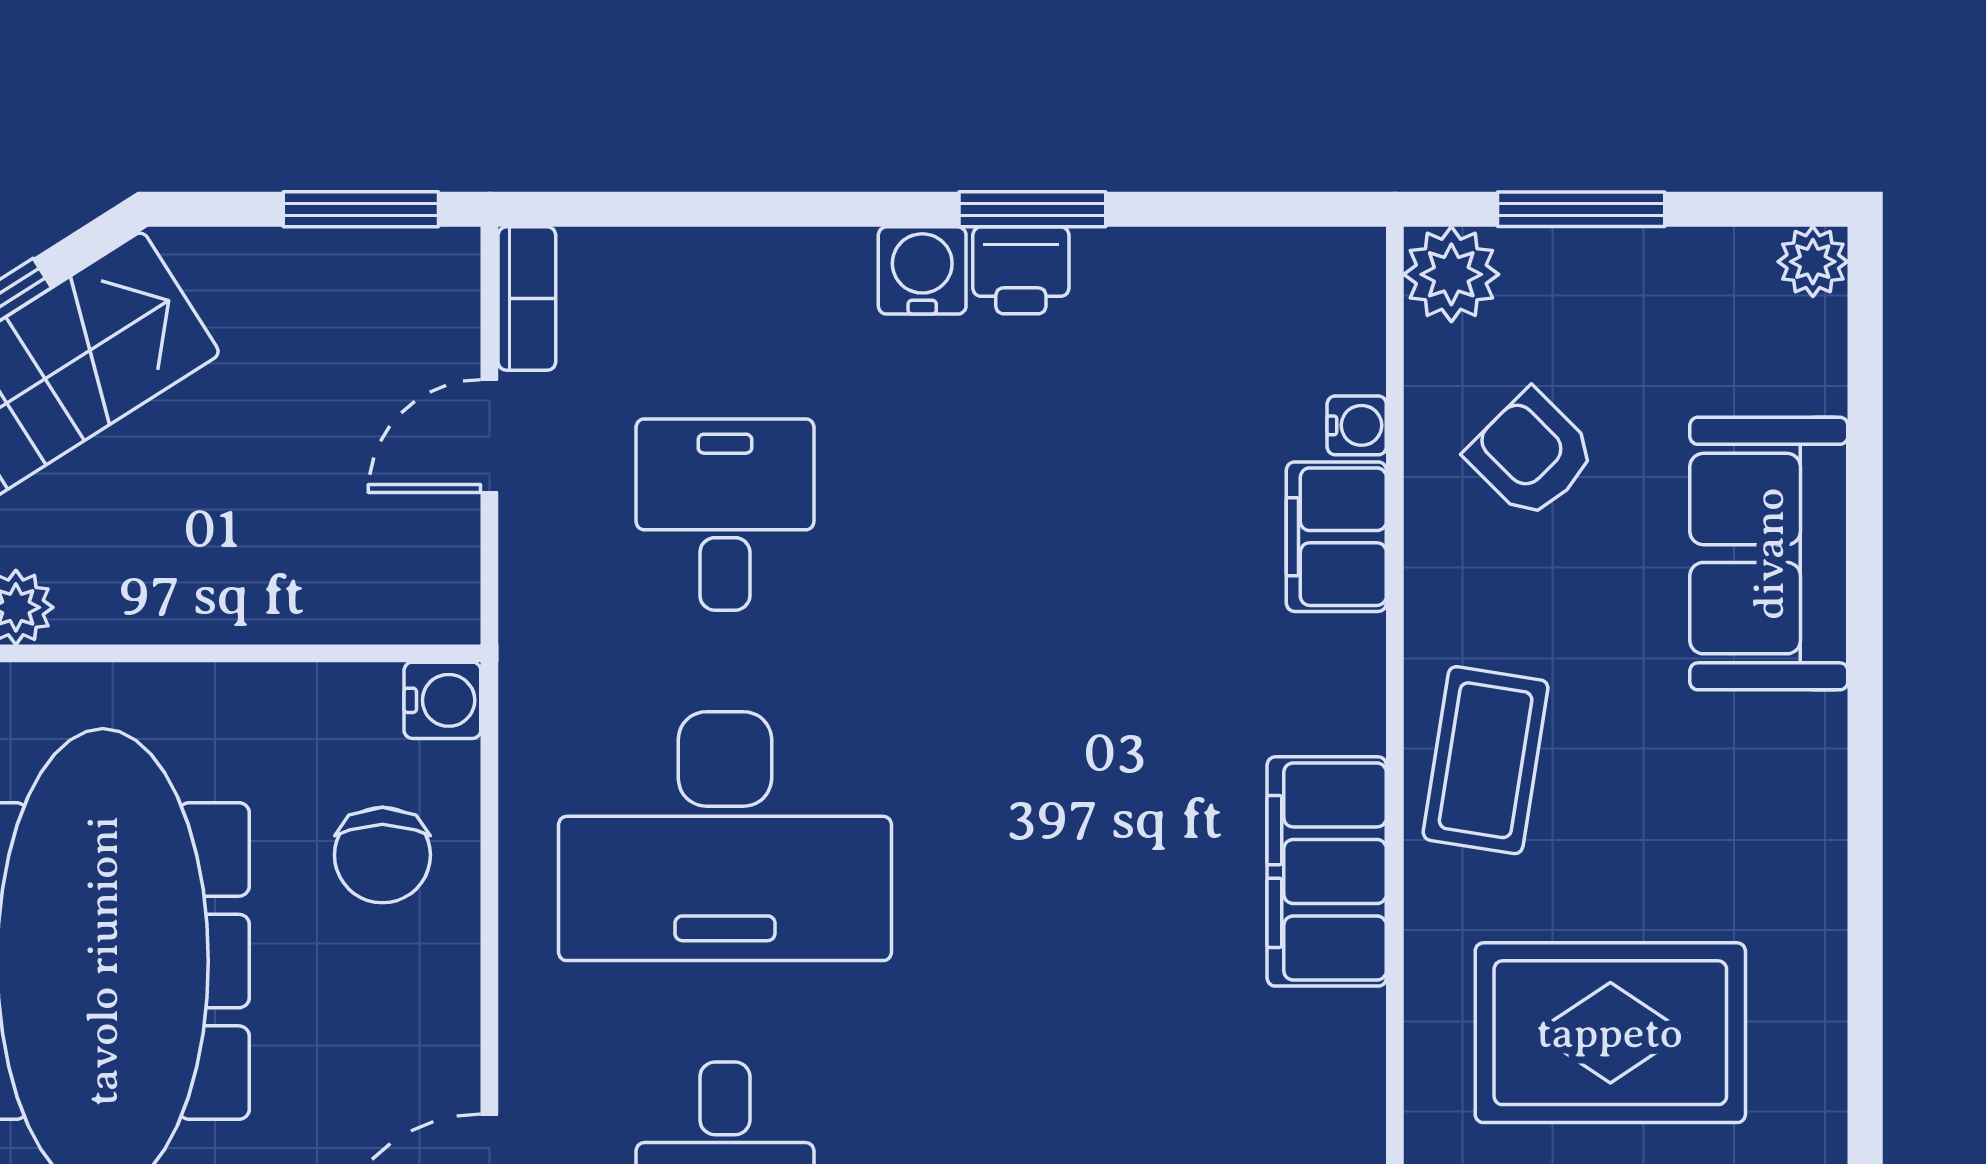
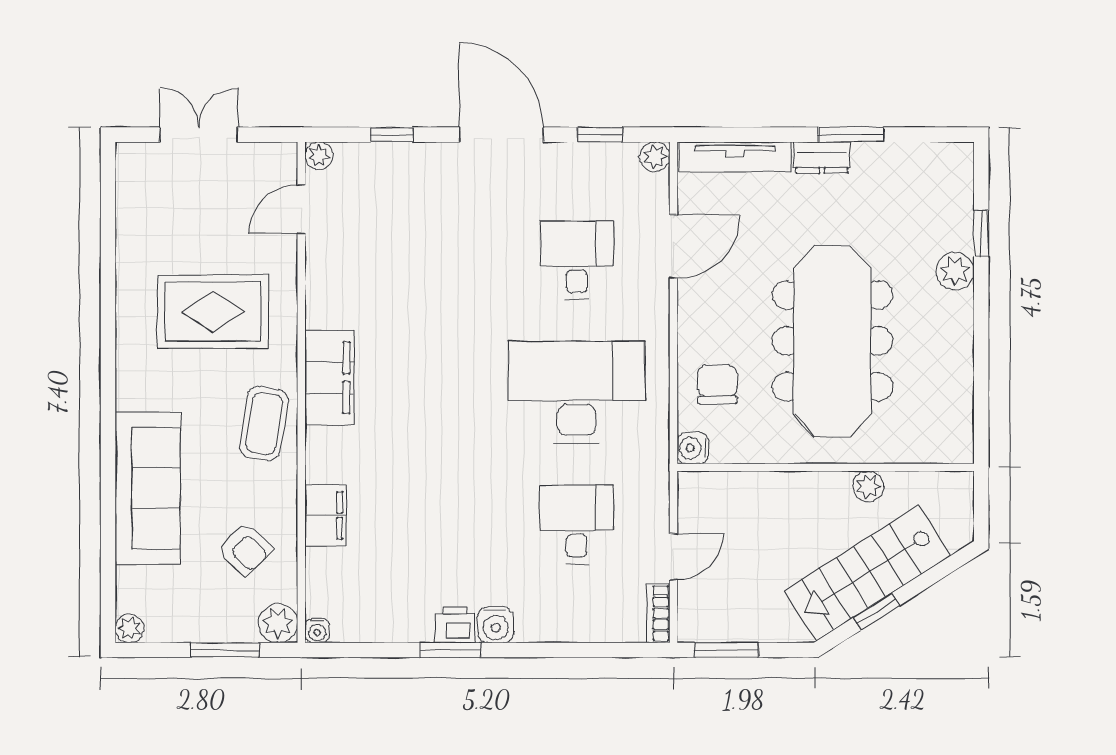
water cooler: (1357, 425) -> (317, 631), moved, turned -90
desk: (725, 515) -> (577, 524), turned 180
sofa: (1769, 554) -> (148, 488), width x1.36

